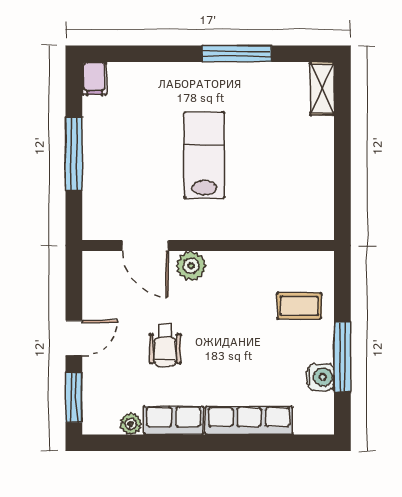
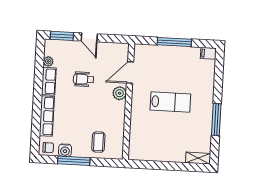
chair: (317, 414) -> (48, 148), added

